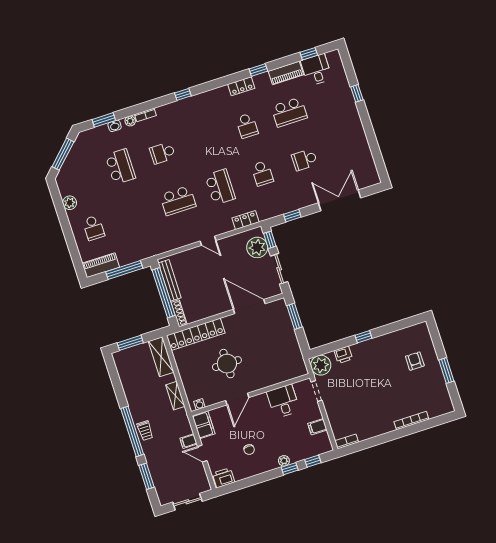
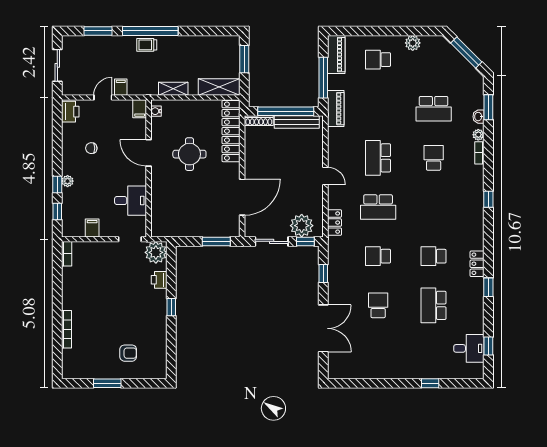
piano: (286, 73) -> (336, 109), moved, turned 180
door: (208, 241) -> (325, 176), swing flipped
filing cabinet: (204, 425) -> (140, 109), width x0.50

